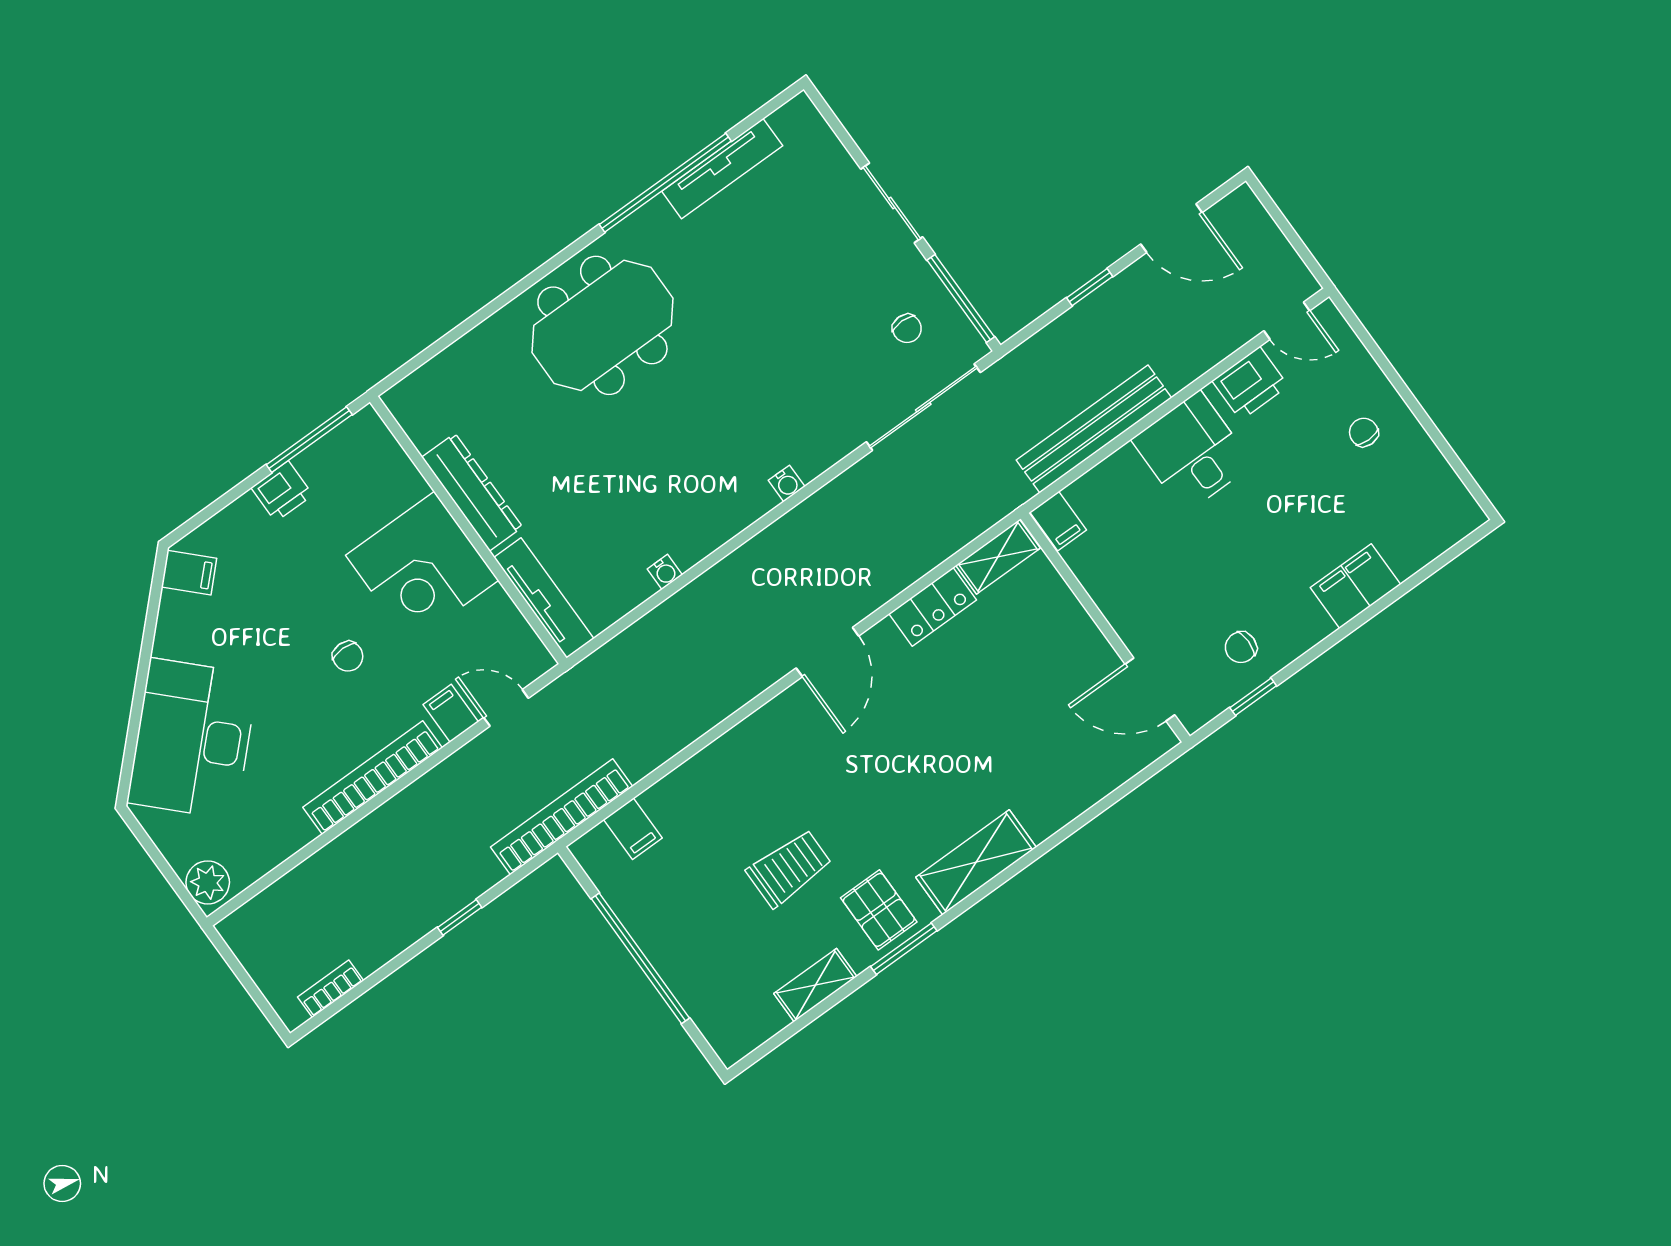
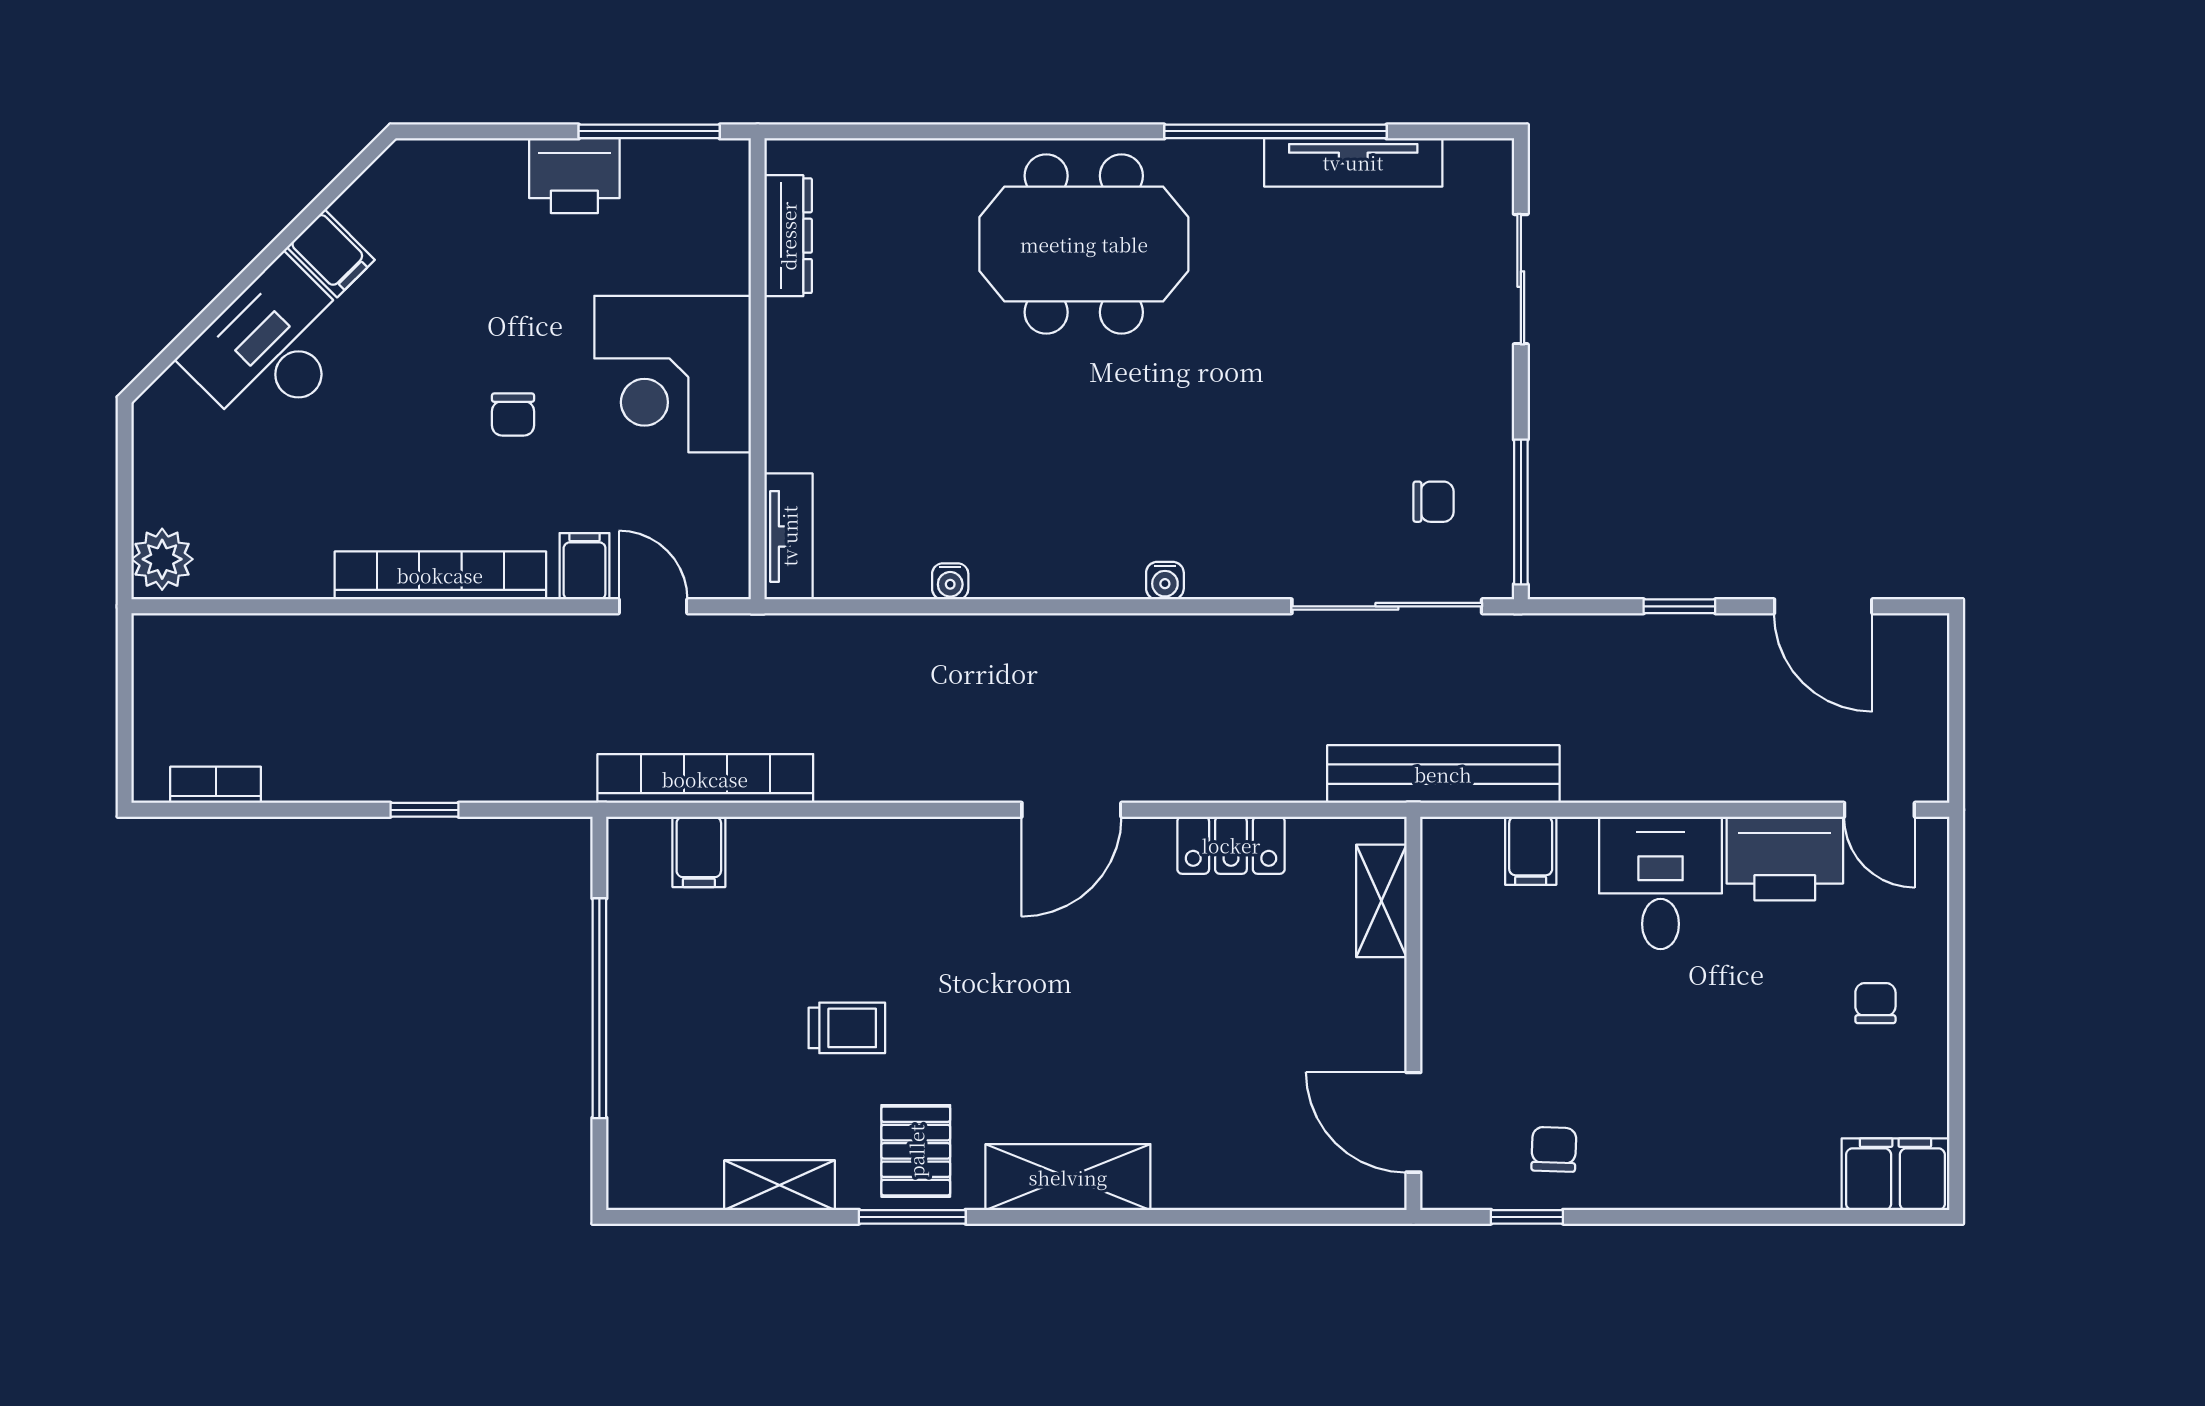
sliding door: (892, 203) -> (1521, 279), moved
chair: (907, 328) -> (1433, 502), turned -90
printer: (1250, 383) -> (1785, 858), width x1.37, depth x1.19
bench: (1094, 429) -> (1443, 774), moved
printer: (282, 491) -> (574, 176), width x1.36, depth x1.24
dresser: (472, 492) -> (788, 236), moved, width x0.73, depth x0.80
filing cabinet: (1058, 521) -> (1531, 851), moved
shelving: (998, 557) -> (1381, 901), moved, turned 90
filing cabinet: (189, 573) -> (331, 253), moved
filing cabinet: (1356, 586) -> (1895, 1174), moved
tv unit: (544, 598) -> (789, 536), width x0.71
chair: (1241, 647) -> (1554, 1149), turned 92
desk: (193, 739) -> (272, 348), width x0.73, depth x0.77
bookcase: (562, 817) -> (705, 779), moved
trolley: (789, 868) -> (847, 1028), width x0.73, depth x0.72

